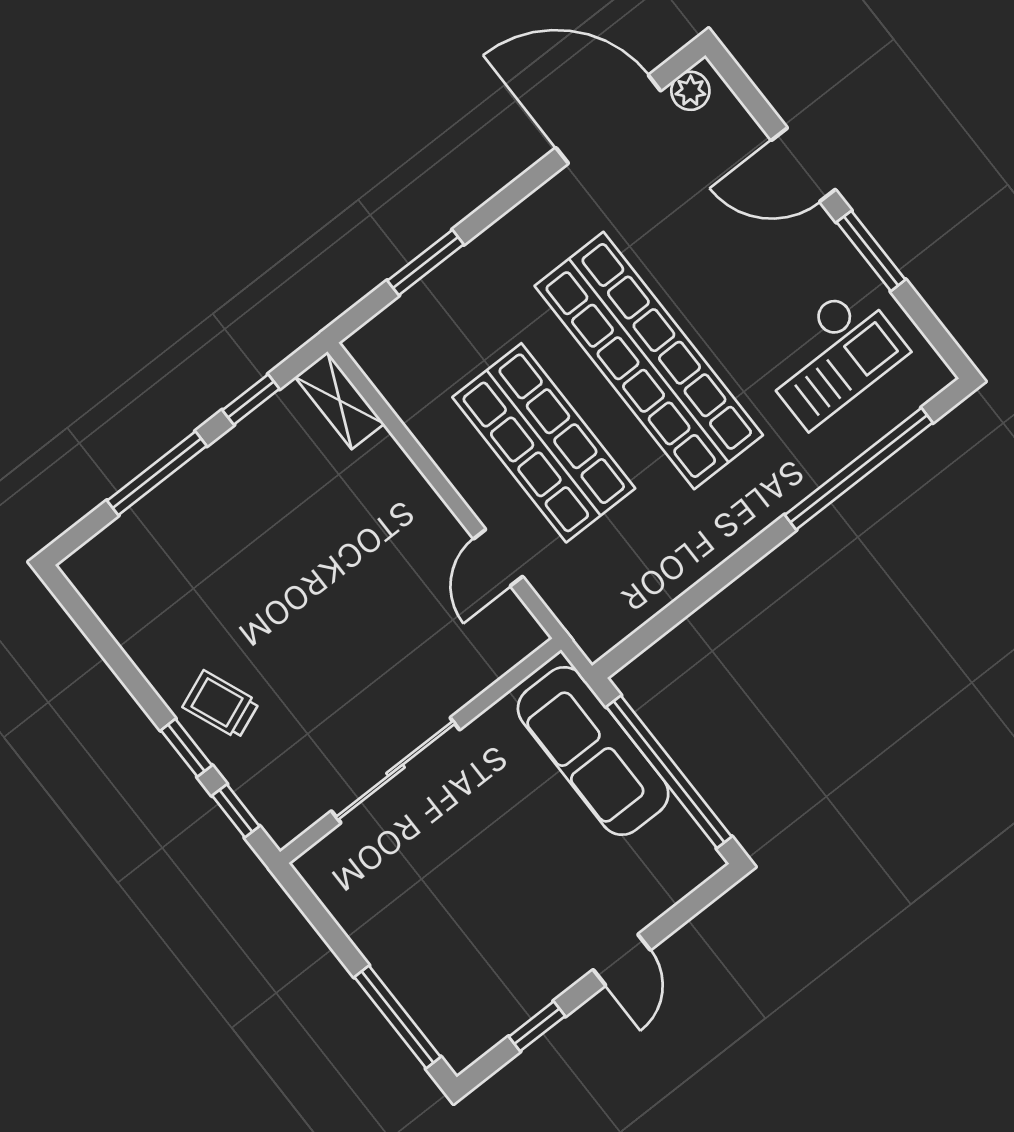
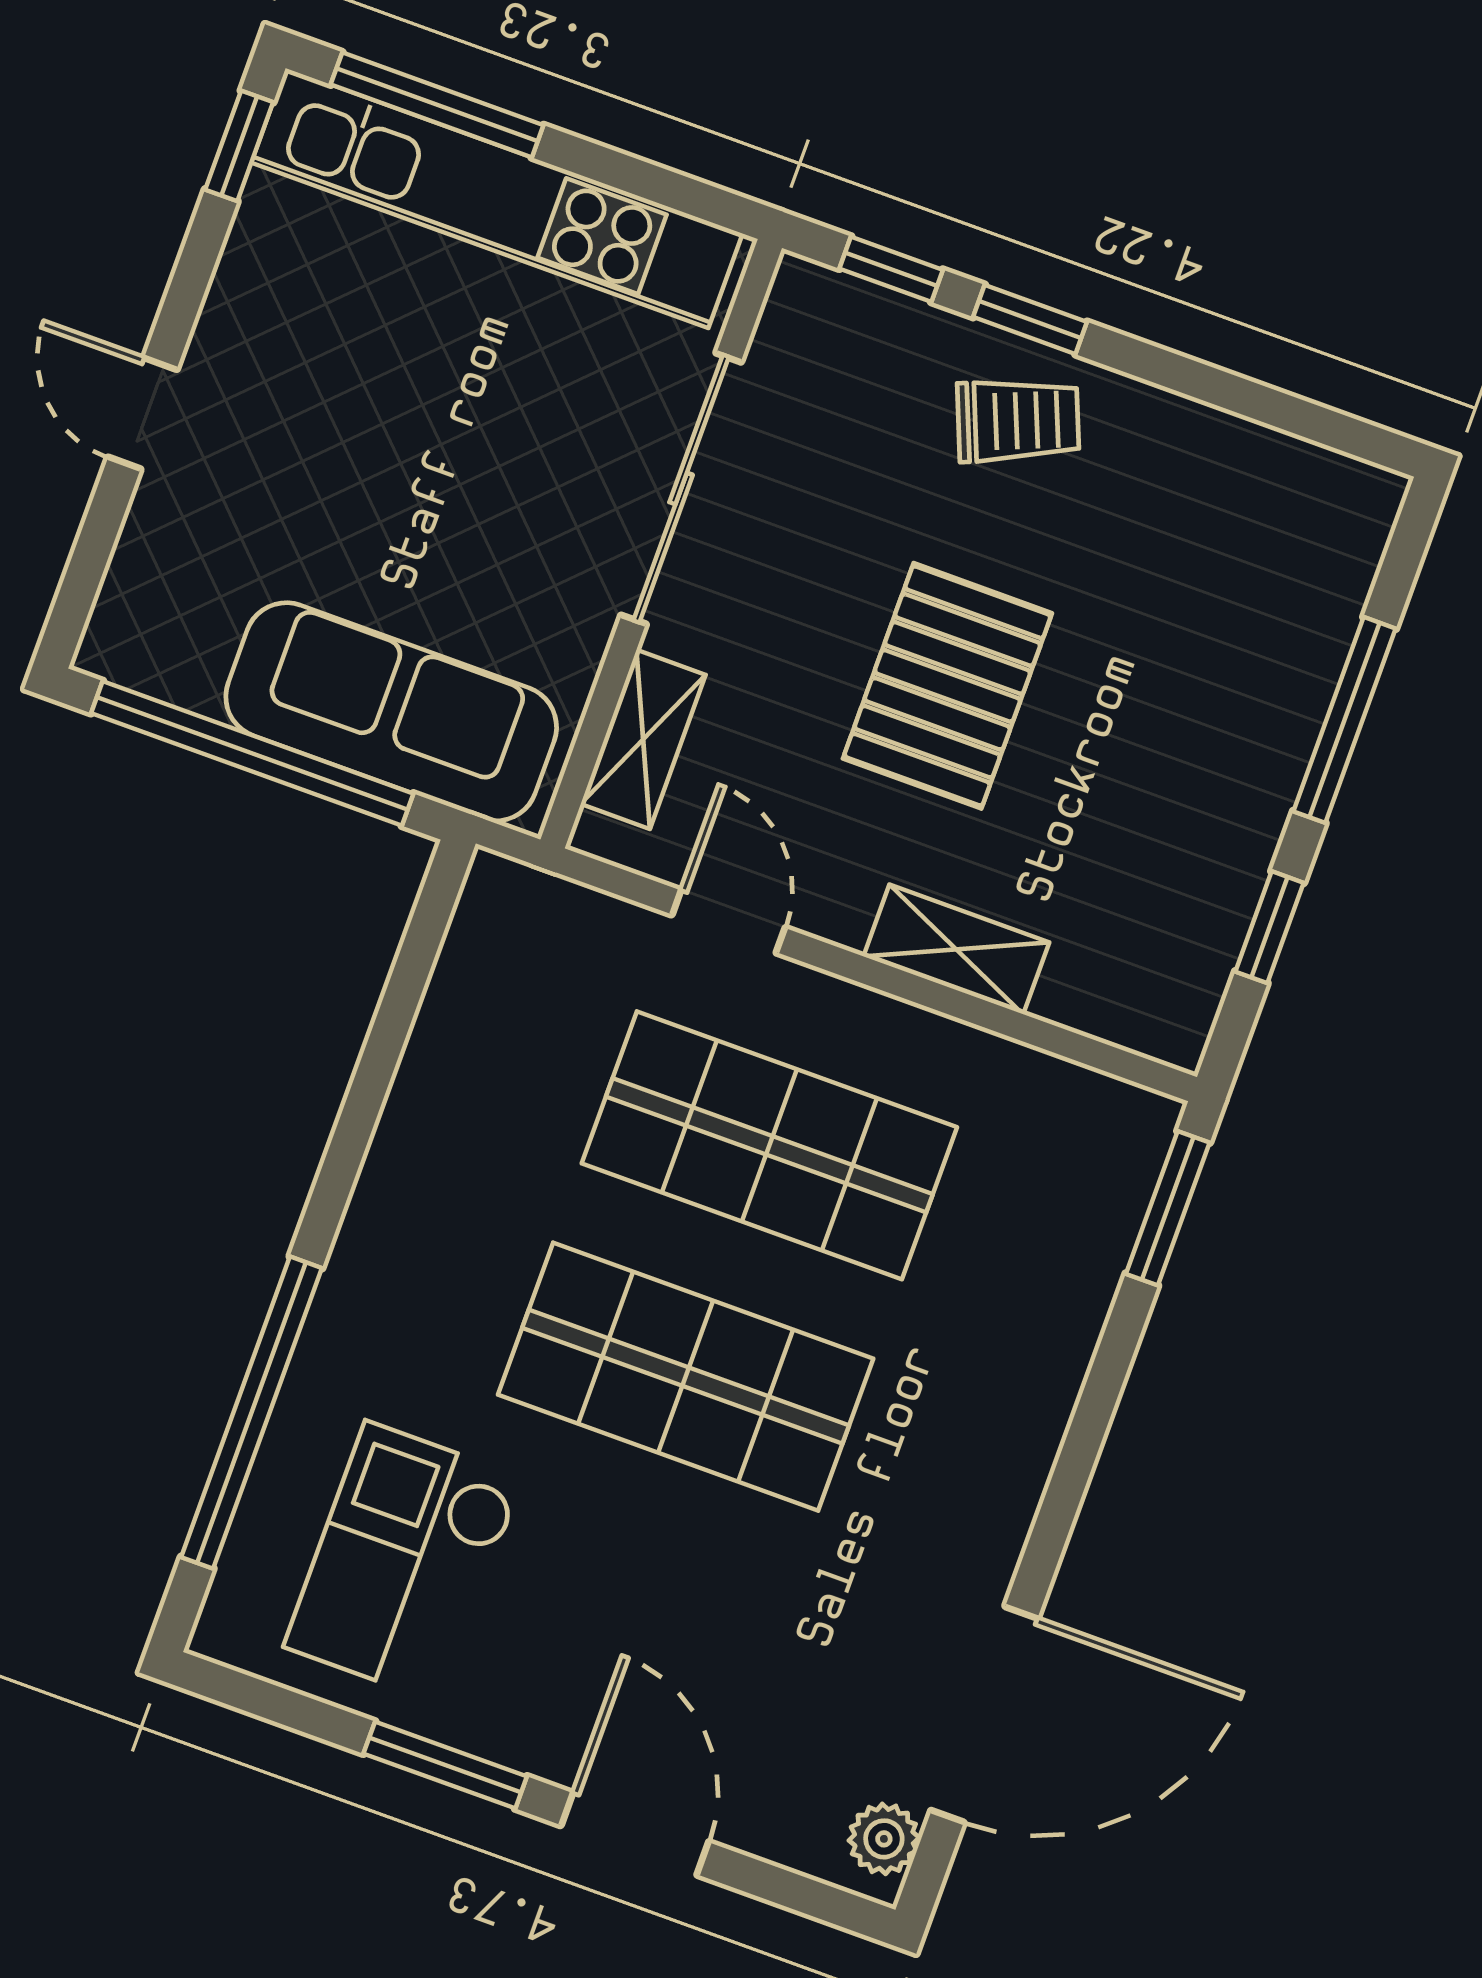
door: (803, 165) -> (635, 1834), hinge flipped
window: (426, 263) -> (1168, 1208), moved
shop shelf: (649, 360) -> (686, 1377), width x0.71
shelving: (340, 400) -> (956, 949), moved
pallet: (330, 603) -> (947, 686), added
shelving: (485, 666) -> (643, 739), added
kitchen unit: (397, 957) -> (497, 198), added
window: (537, 1026) -> (239, 146), moved

